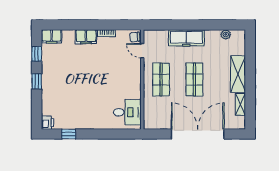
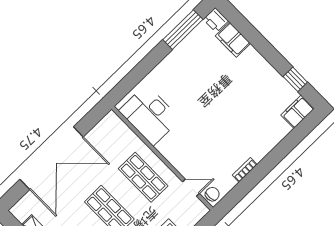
filing cabinet: (86, 37) -> (233, 40), moved, turned -90
window: (37, 81) -> (268, 51), removed
desk: (127, 112) -> (150, 115), width x1.37
window: (69, 134) -> (183, 30), width x2.17

